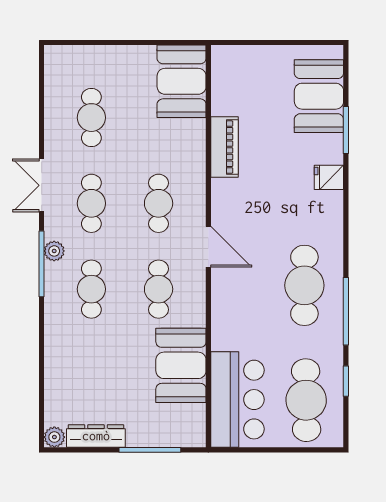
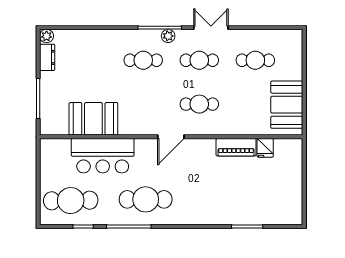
booth: (182, 81) -> (287, 105), moved, turned 90
booth: (319, 96) -> (269, 209), removed
fridge: (329, 177) -> (265, 148), moved, turned 180
cafe table: (159, 289) -> (143, 104), removed
bar counter: (237, 400) -> (103, 156), moved
dresser: (96, 436) -> (47, 57), width x0.70

